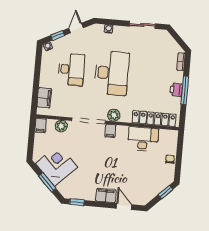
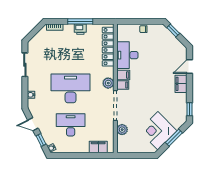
filing cabinet: (41, 125) -> (123, 75), moved

